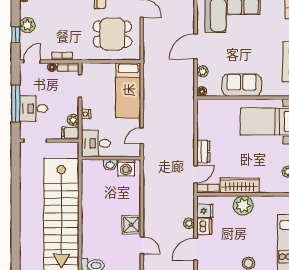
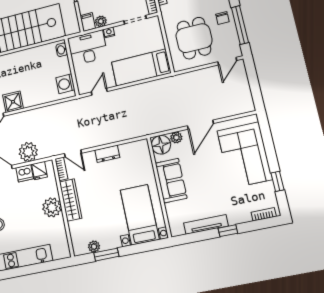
door: (196, 46) -> (200, 125), swing flipped
floor lamp: (202, 92) -> (161, 145), width x1.89, depth x1.89
door: (142, 136) -> (99, 92), hinge flipped
desk: (96, 143) -> (88, 48), width x1.37
dresser: (203, 152) -> (107, 154), moved
washbasin: (110, 165) -> (62, 50), moved
plant: (189, 223) -> (28, 152), width x1.88, depth x1.88

